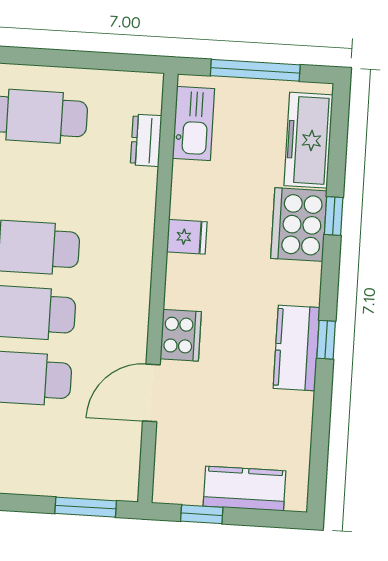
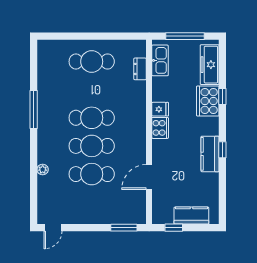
cooker: (181, 335) -> (160, 128), moved

